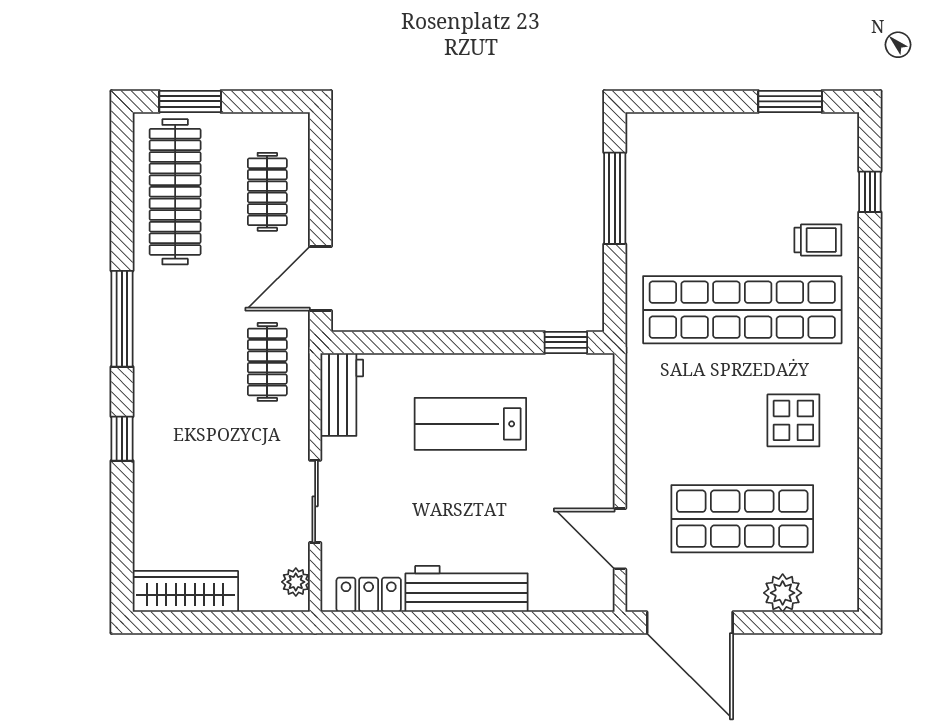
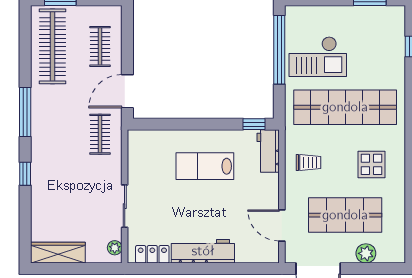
window: (615, 198) -> (279, 50), width x1.46
checkout: (689, 212) -> (318, 57), added
trolley: (818, 240) -> (308, 162), moved
workbench: (342, 394) -> (268, 151), moved, turned 180

